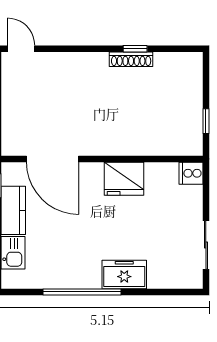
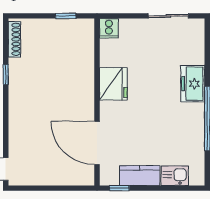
shoe rack: (131, 59) -> (14, 39), moved
door: (52, 159) -> (97, 143), swing flipped

